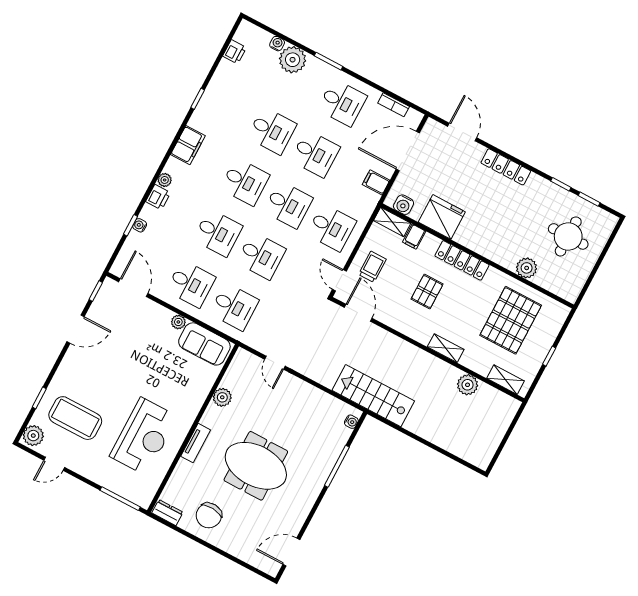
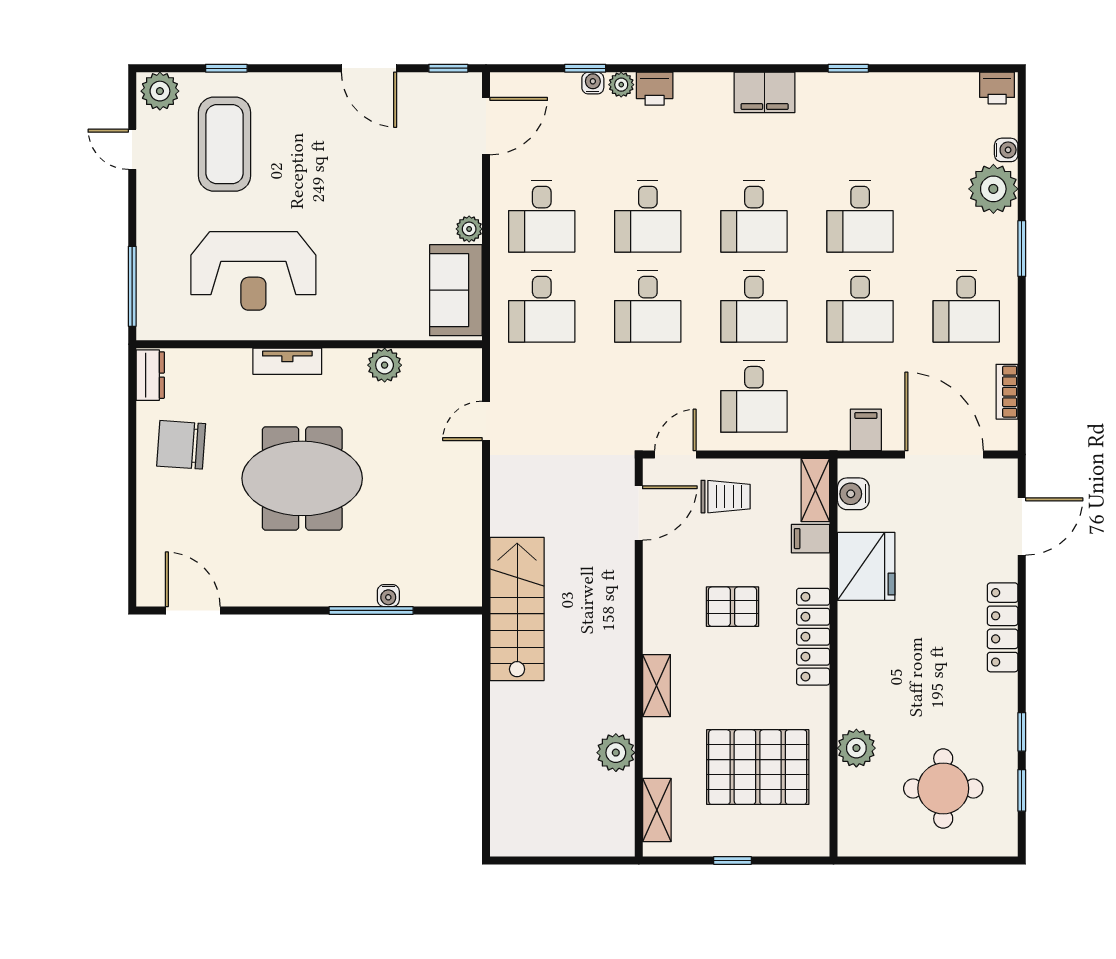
printer: (235, 52) -> (997, 88), moved
plant: (165, 180) -> (621, 85), moved
water cooler: (351, 422) -> (388, 596), moved
meeting table: (256, 466) -> (302, 478), turned 90

